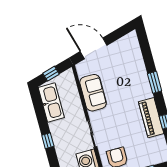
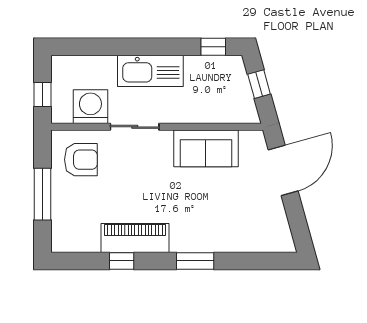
kitchen sink: (51, 103) -> (150, 71), moved
window: (48, 141) -> (213, 47), moved

